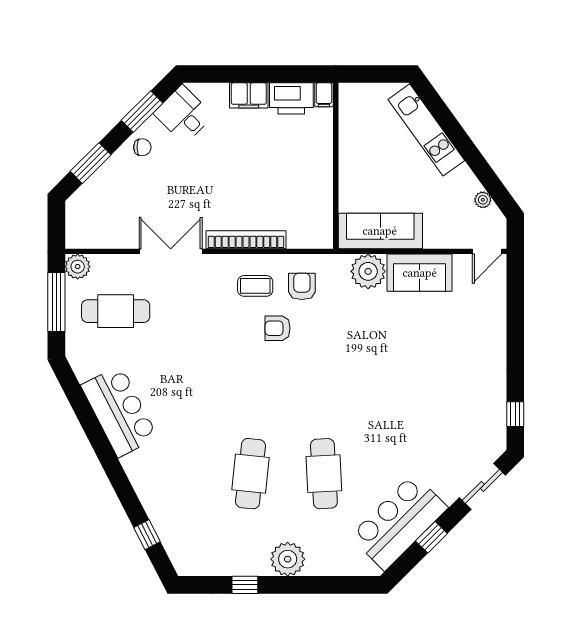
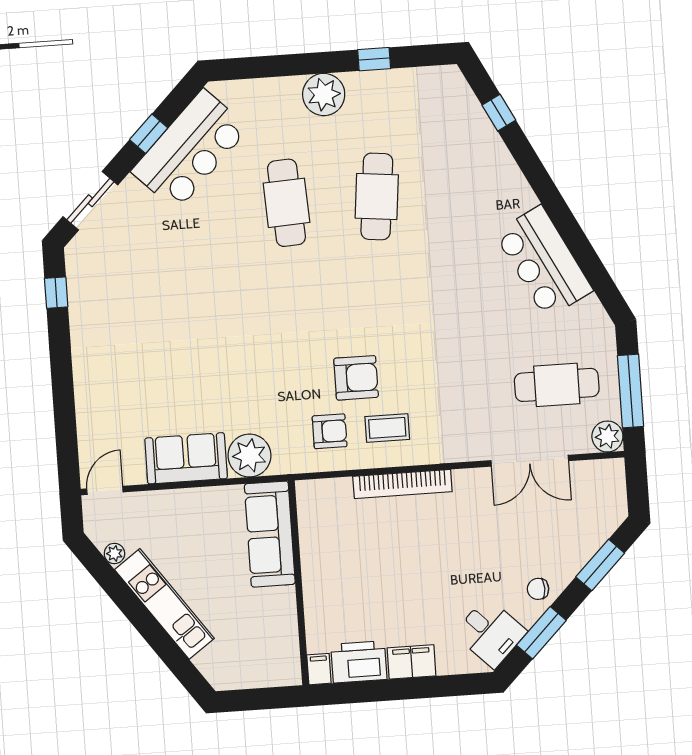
kitchen unit: (426, 130) -> (164, 604), moved
sofa: (380, 231) -> (270, 534), moved, turned 90
double door: (171, 251) -> (530, 461), moved
armchair: (302, 286) -> (330, 431), turned -90
armchair: (278, 328) -> (356, 378), width x1.38, depth x1.38

